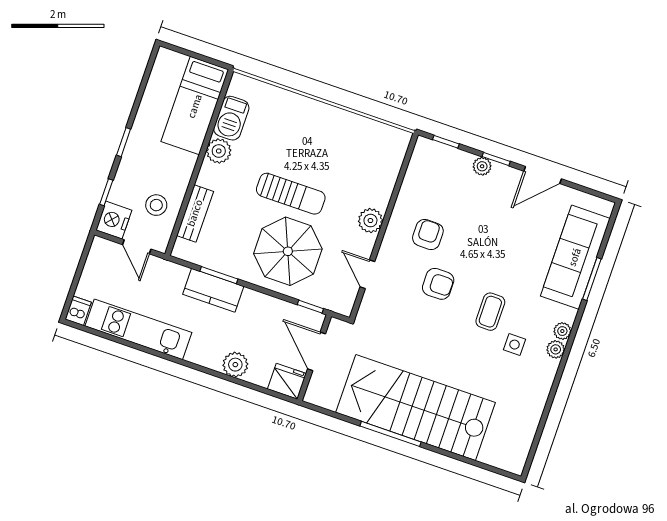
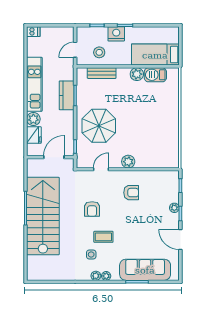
sun lounger: (291, 194) -> (128, 117), removed
nightstand: (114, 220) -> (116, 34), moved
armchair: (438, 284) -> (92, 209), moved
kitchen unit: (138, 329) -> (34, 84), moved
fridge: (287, 381) -> (34, 135), moved

